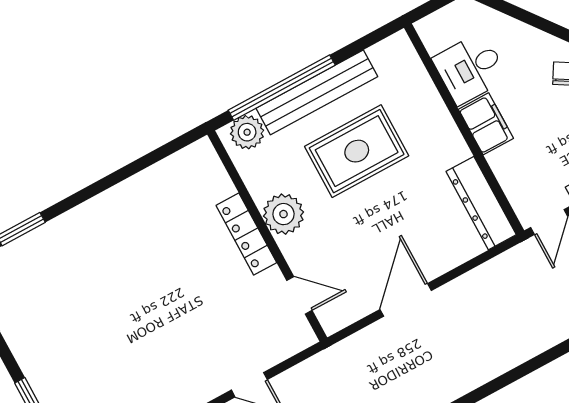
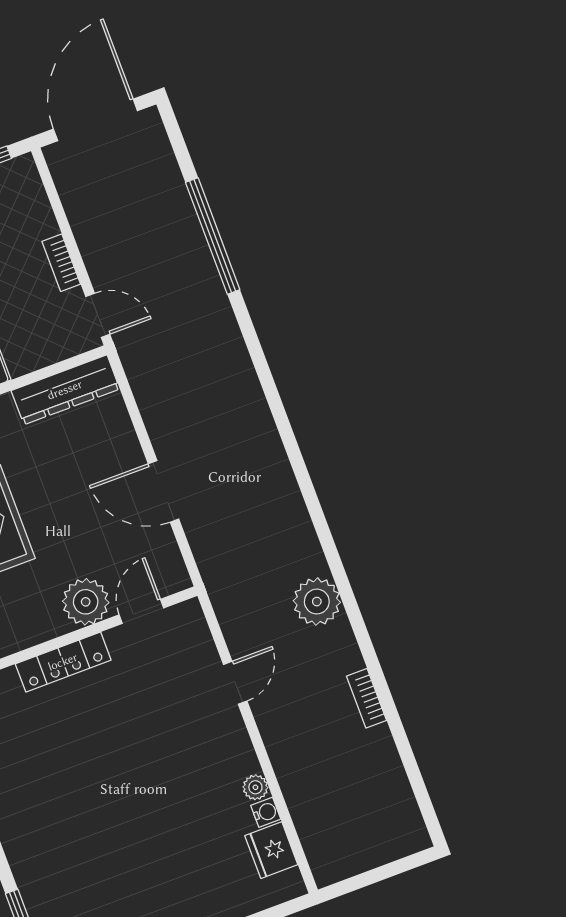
plant: (284, 214) -> (86, 602), moved

